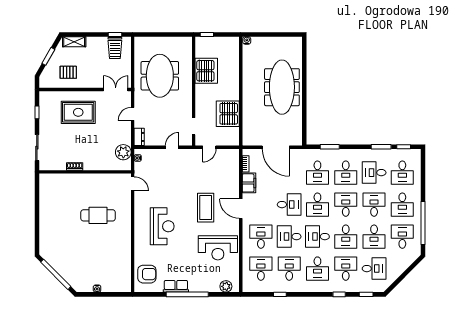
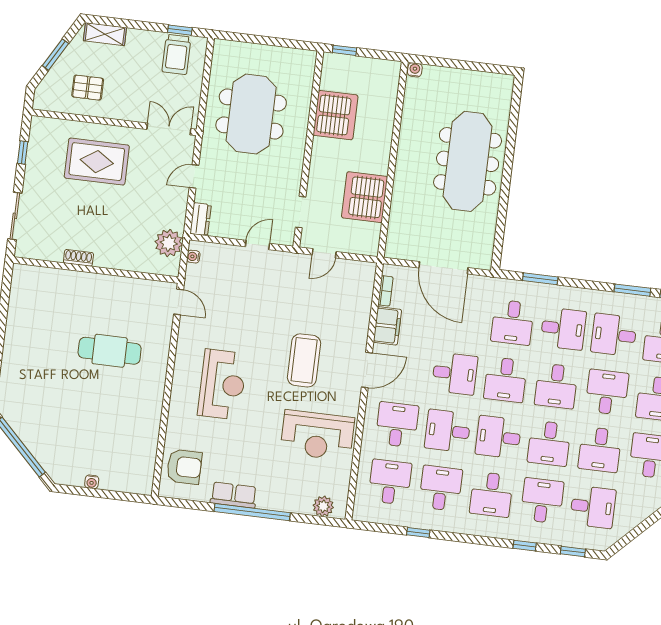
desk: (346, 173) -> (563, 329), turned -90
desk: (346, 205) -> (556, 386), turned 180
door: (241, 209) -> (367, 370), swing flipped

